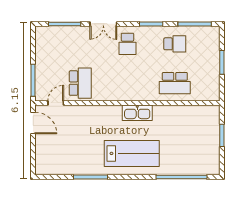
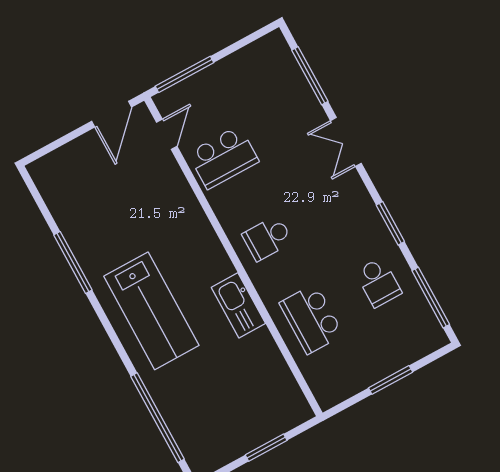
school desk: (127, 44) -> (267, 238), moved
door: (56, 103) -> (167, 134), hinge flipped
kitchen sink: (137, 113) -> (238, 305), moved

